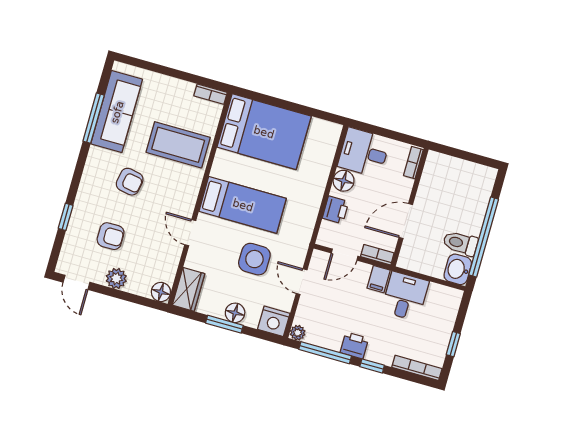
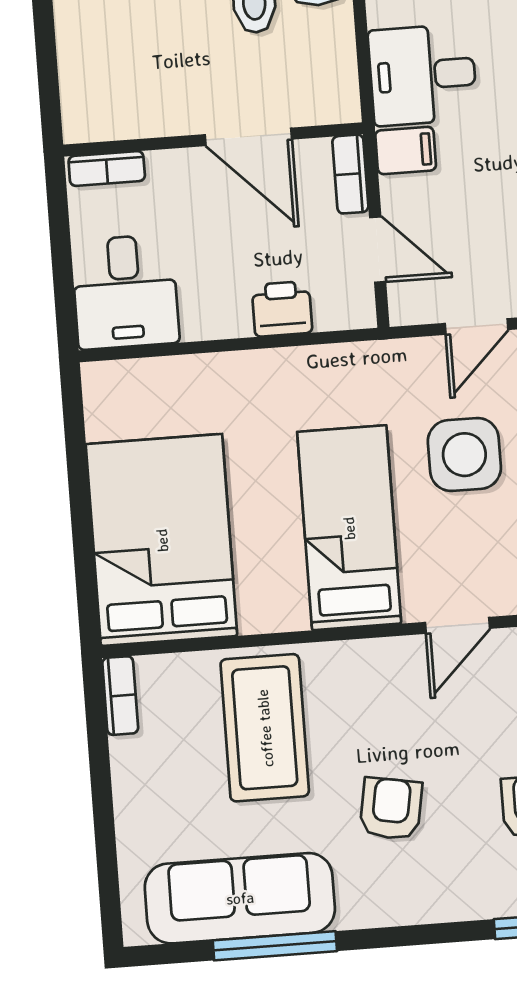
floor lamp: (344, 181) -> (208, 315), removed

